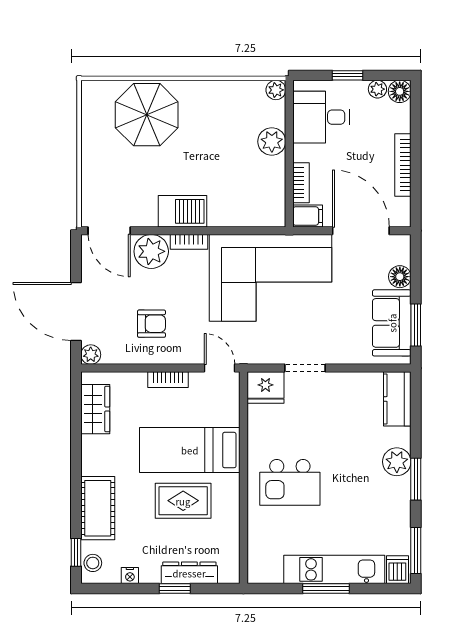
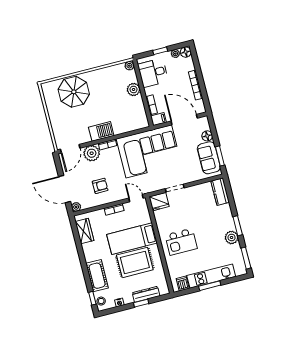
door: (109, 231) -> (70, 149), hinge flipped
plant: (397, 462) -> (232, 237), moved
rug: (183, 501) -> (135, 262), width x1.36, depth x1.43
dishwasher: (397, 570) -> (183, 283), moved

